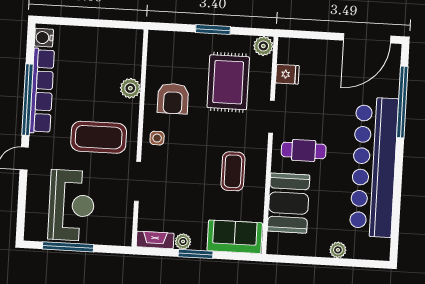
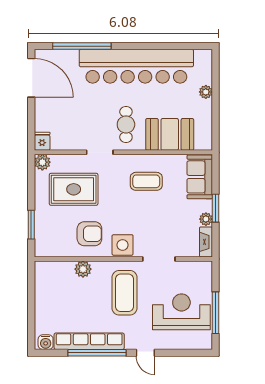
window: (213, 30) -> (31, 225), moved
fridge: (287, 74) -> (42, 141), moved
side table: (157, 138) -> (123, 245), width x1.87, depth x1.87

